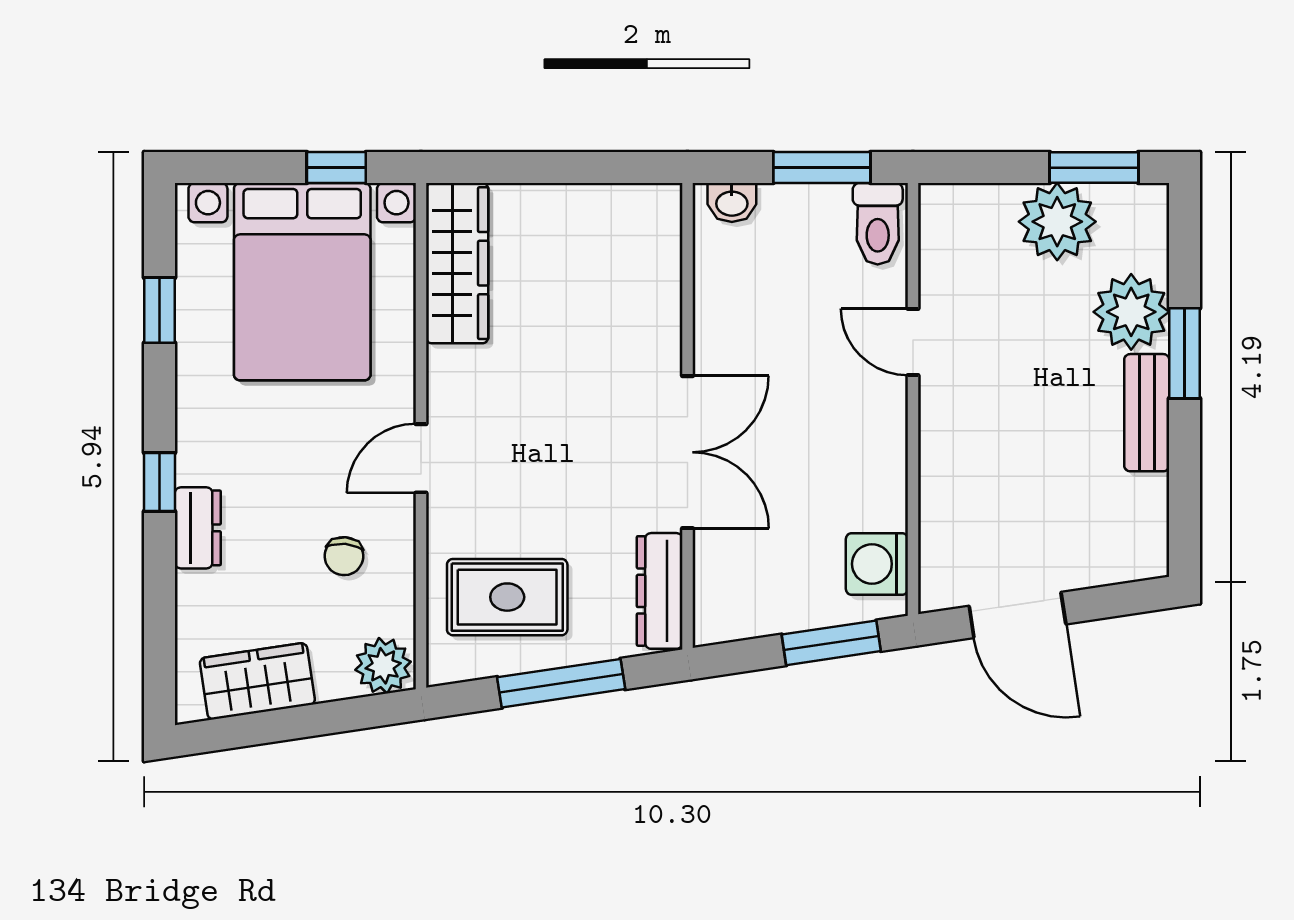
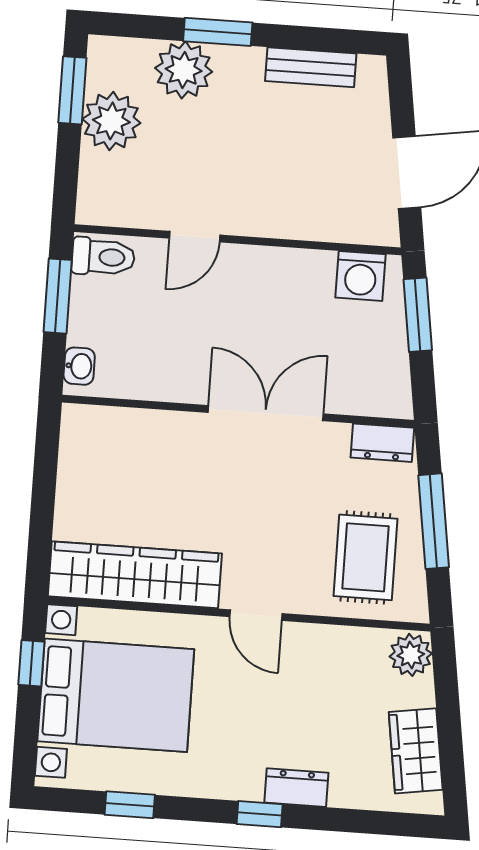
wardrobe: (457, 263) -> (135, 575), width x1.40, depth x1.17
bench: (1147, 413) -> (311, 67), moved
chair: (344, 556) -> (326, 679), removed
dresser: (660, 591) -> (382, 443), width x0.70

